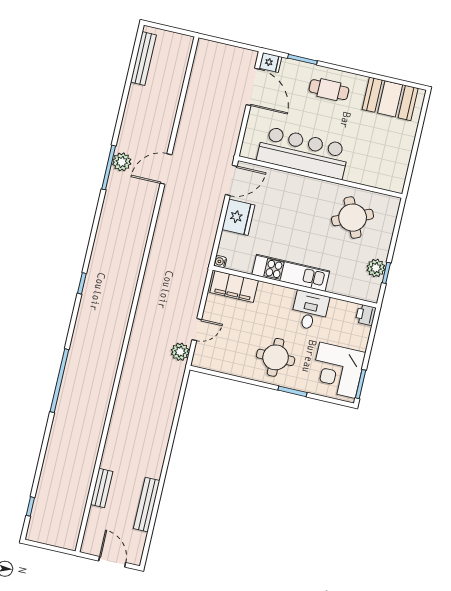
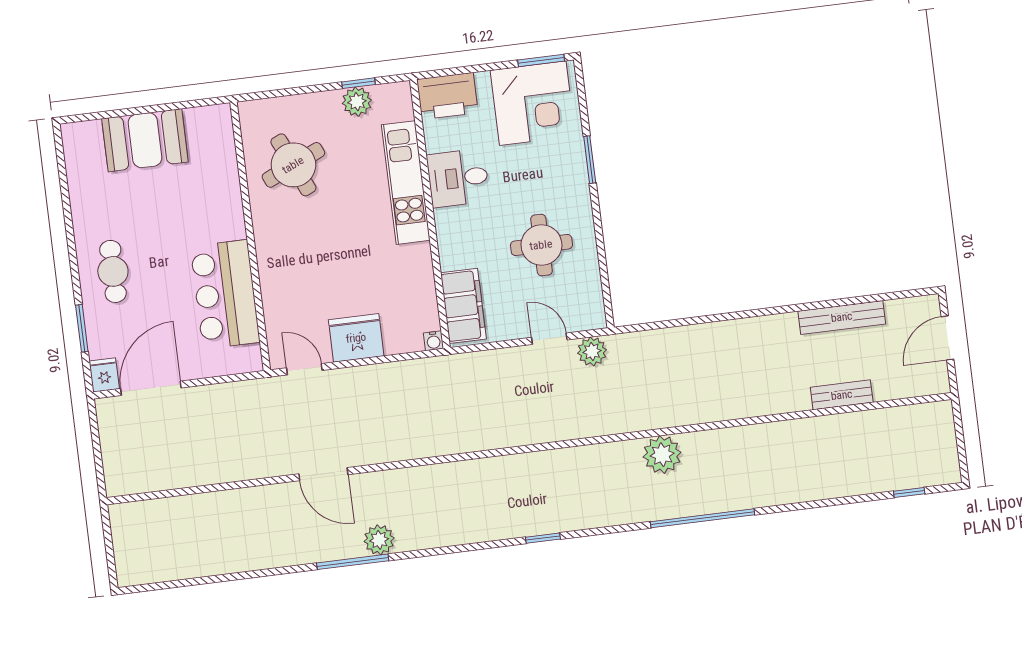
bench: (143, 59) -> (169, 570), removed
booth: (390, 99) -> (145, 140), moved, turned 90
bar counter: (303, 153) -> (225, 294), width x0.73
plant: (122, 162) -> (379, 540), moved
door: (231, 180) -> (304, 369), width x0.73
kitchen unit: (291, 273) -> (406, 183), moved
printer: (366, 315) -> (447, 96), width x1.87, depth x1.48
round table: (276, 357) -> (541, 245), moved
plant: (105, 371) -> (662, 455), added

